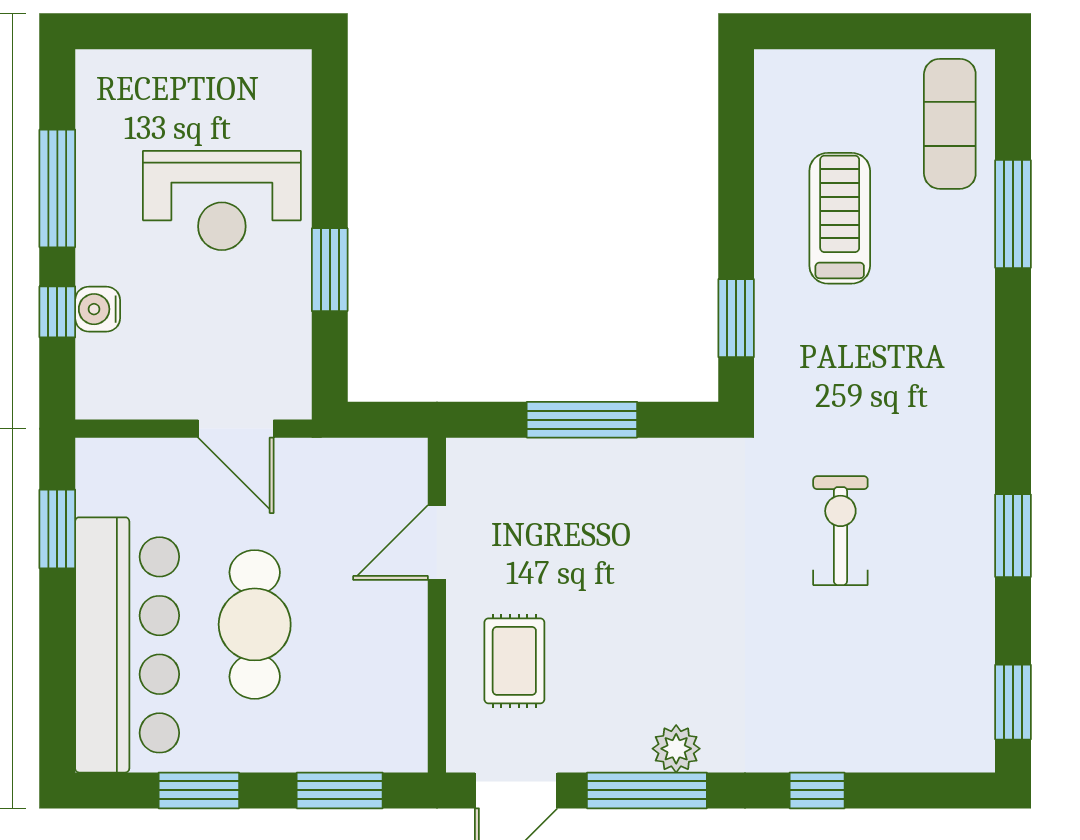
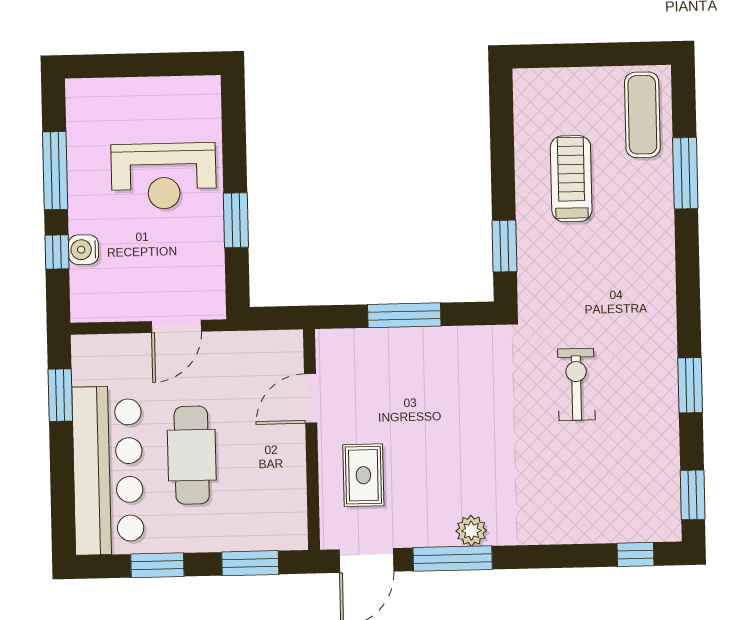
door: (236, 429) -> (176, 326), hinge flipped
window: (817, 790) -> (636, 554), moved

